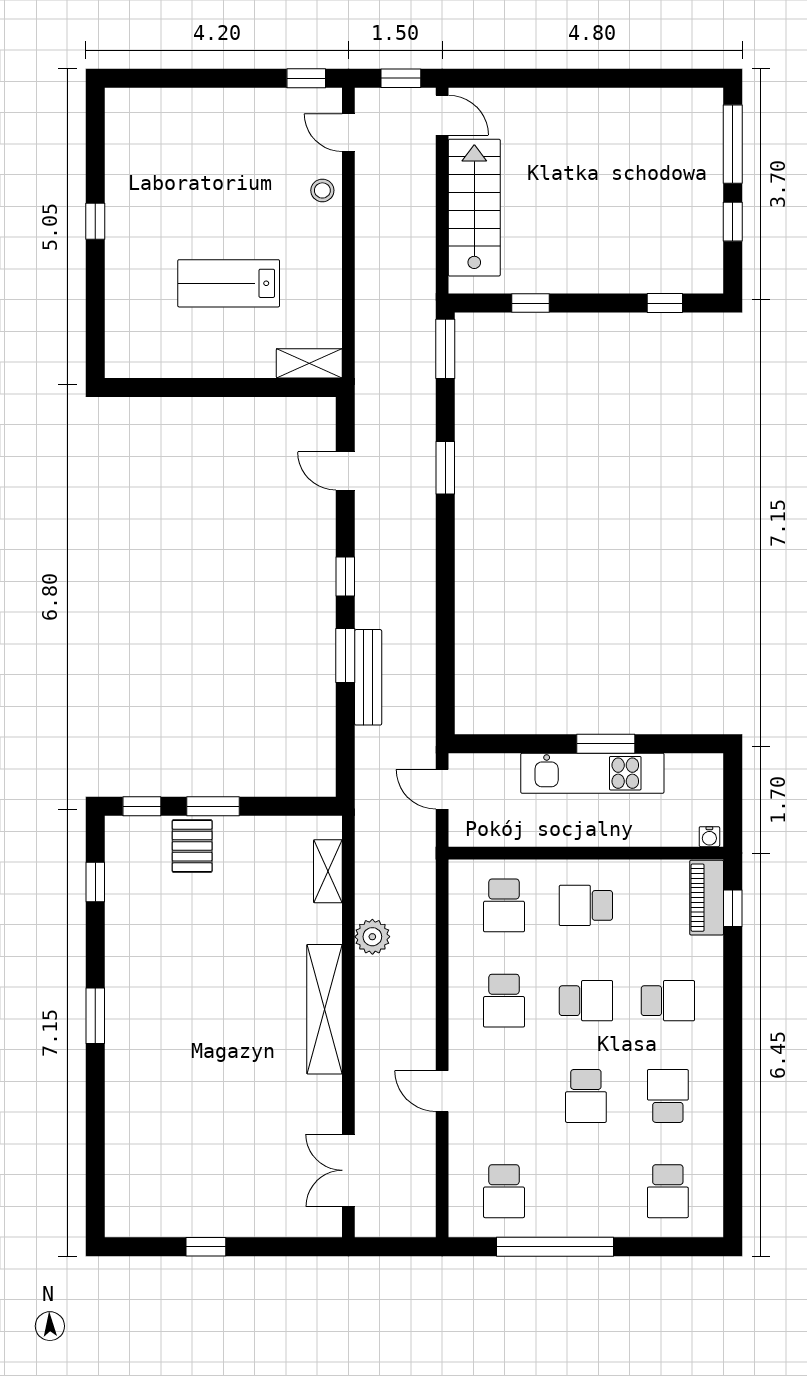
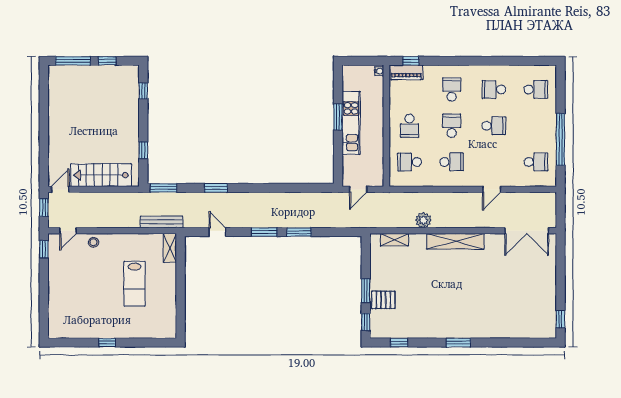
door: (345, 471) -> (217, 232), swing flipped
window: (345, 577) -> (264, 232), width x1.50
bench: (368, 677) -> (161, 222), moved
school desk: (504, 905) -> (410, 162), turned 180
double door: (348, 1170) -> (527, 231), width x1.37
window: (206, 1247) -> (560, 319), moved

